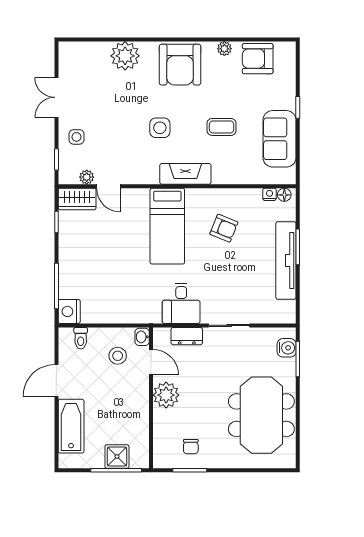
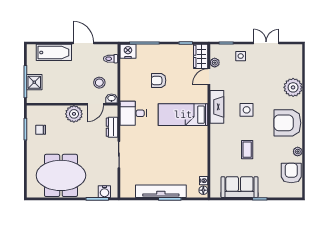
fireplace: (185, 174) -> (217, 107), moved
armchair: (224, 228) -> (159, 80), moved, turned 68
desk: (181, 303) -> (133, 113), moved

